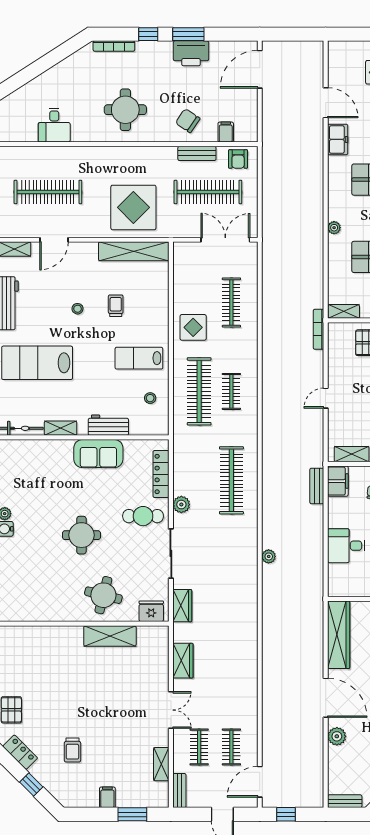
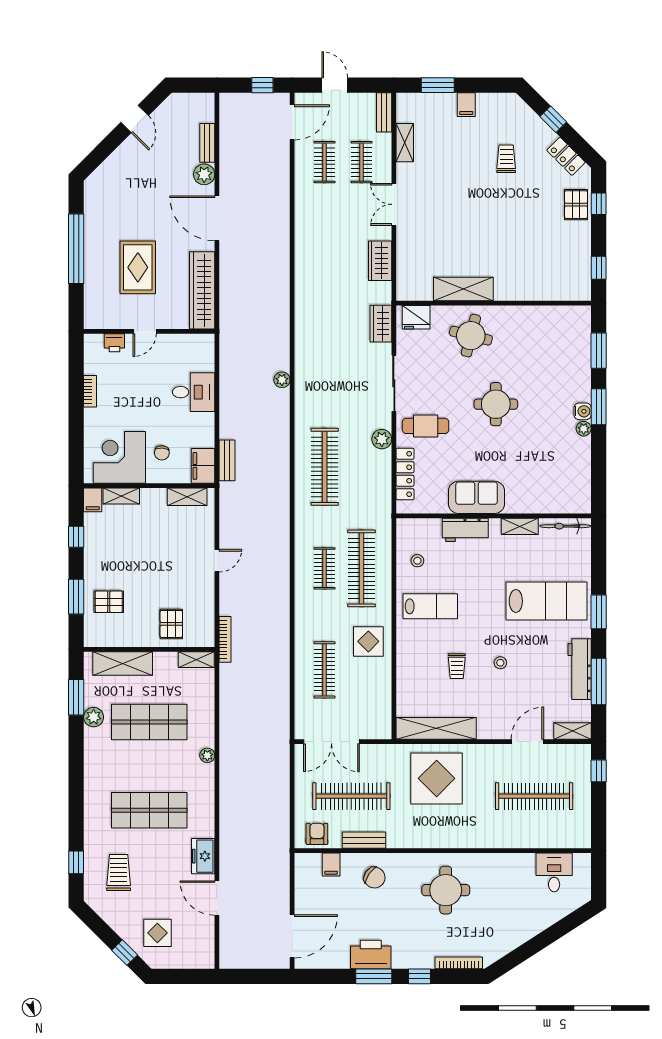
desk: (54, 125) -> (554, 872), moved
bench: (345, 801) -> (207, 143), moved, turned 90

